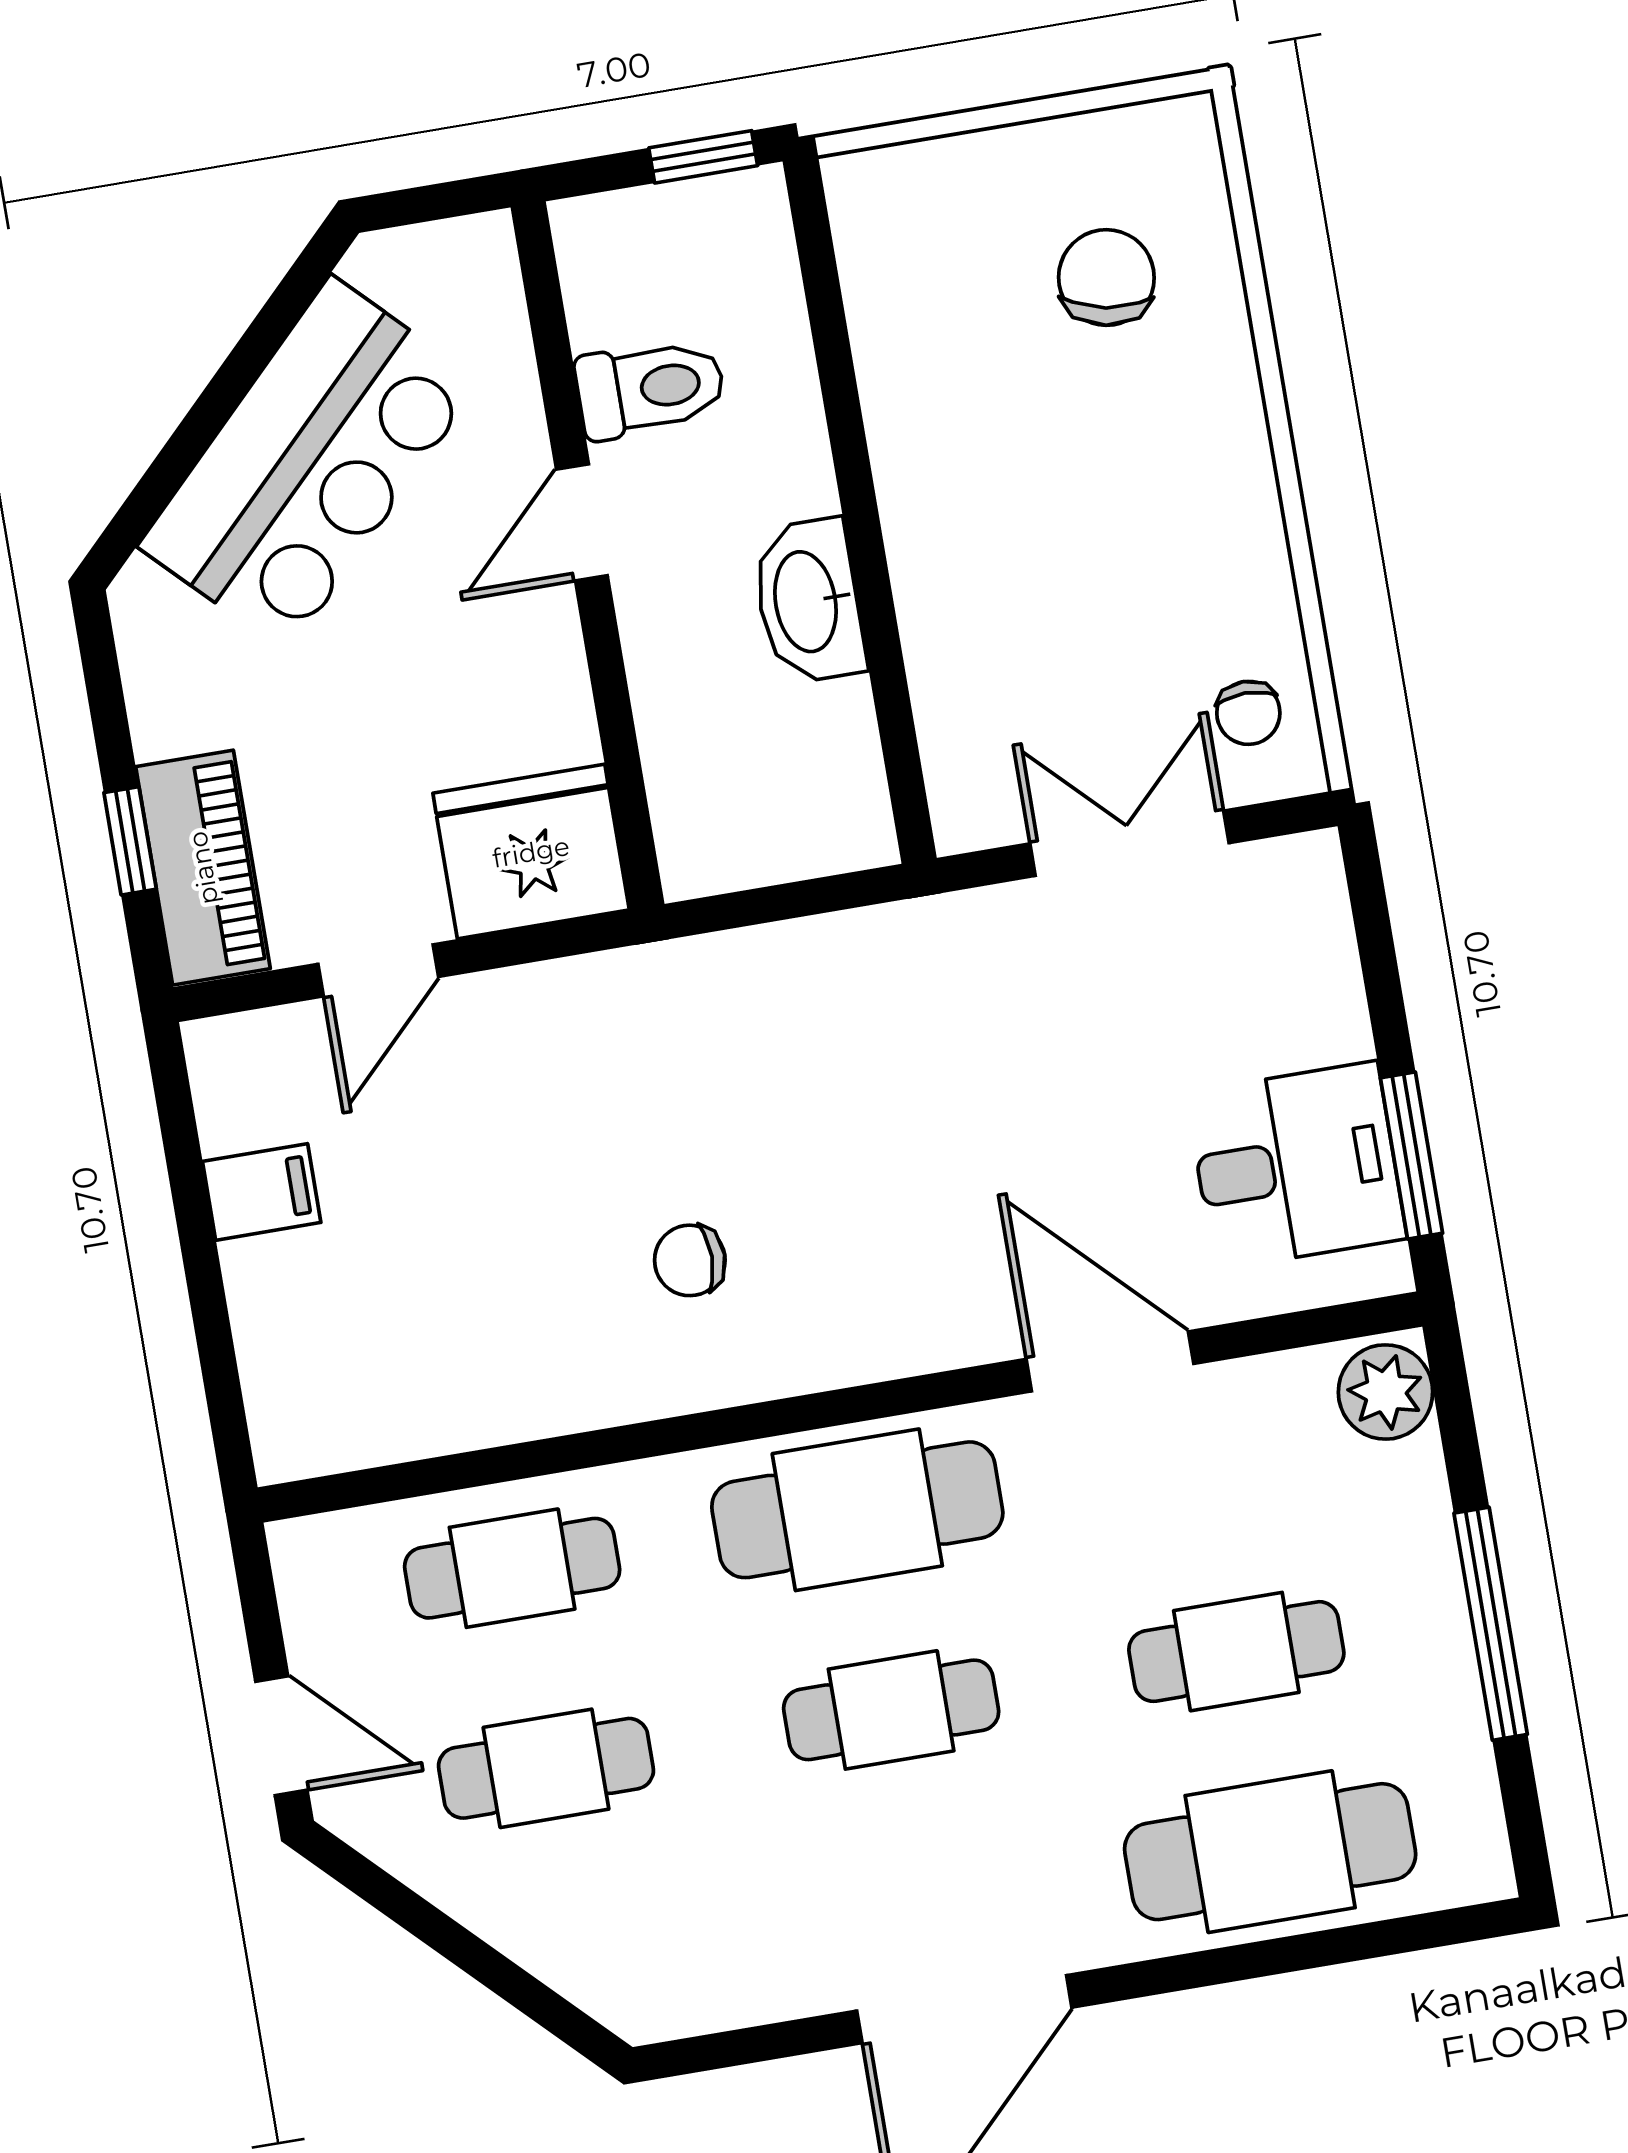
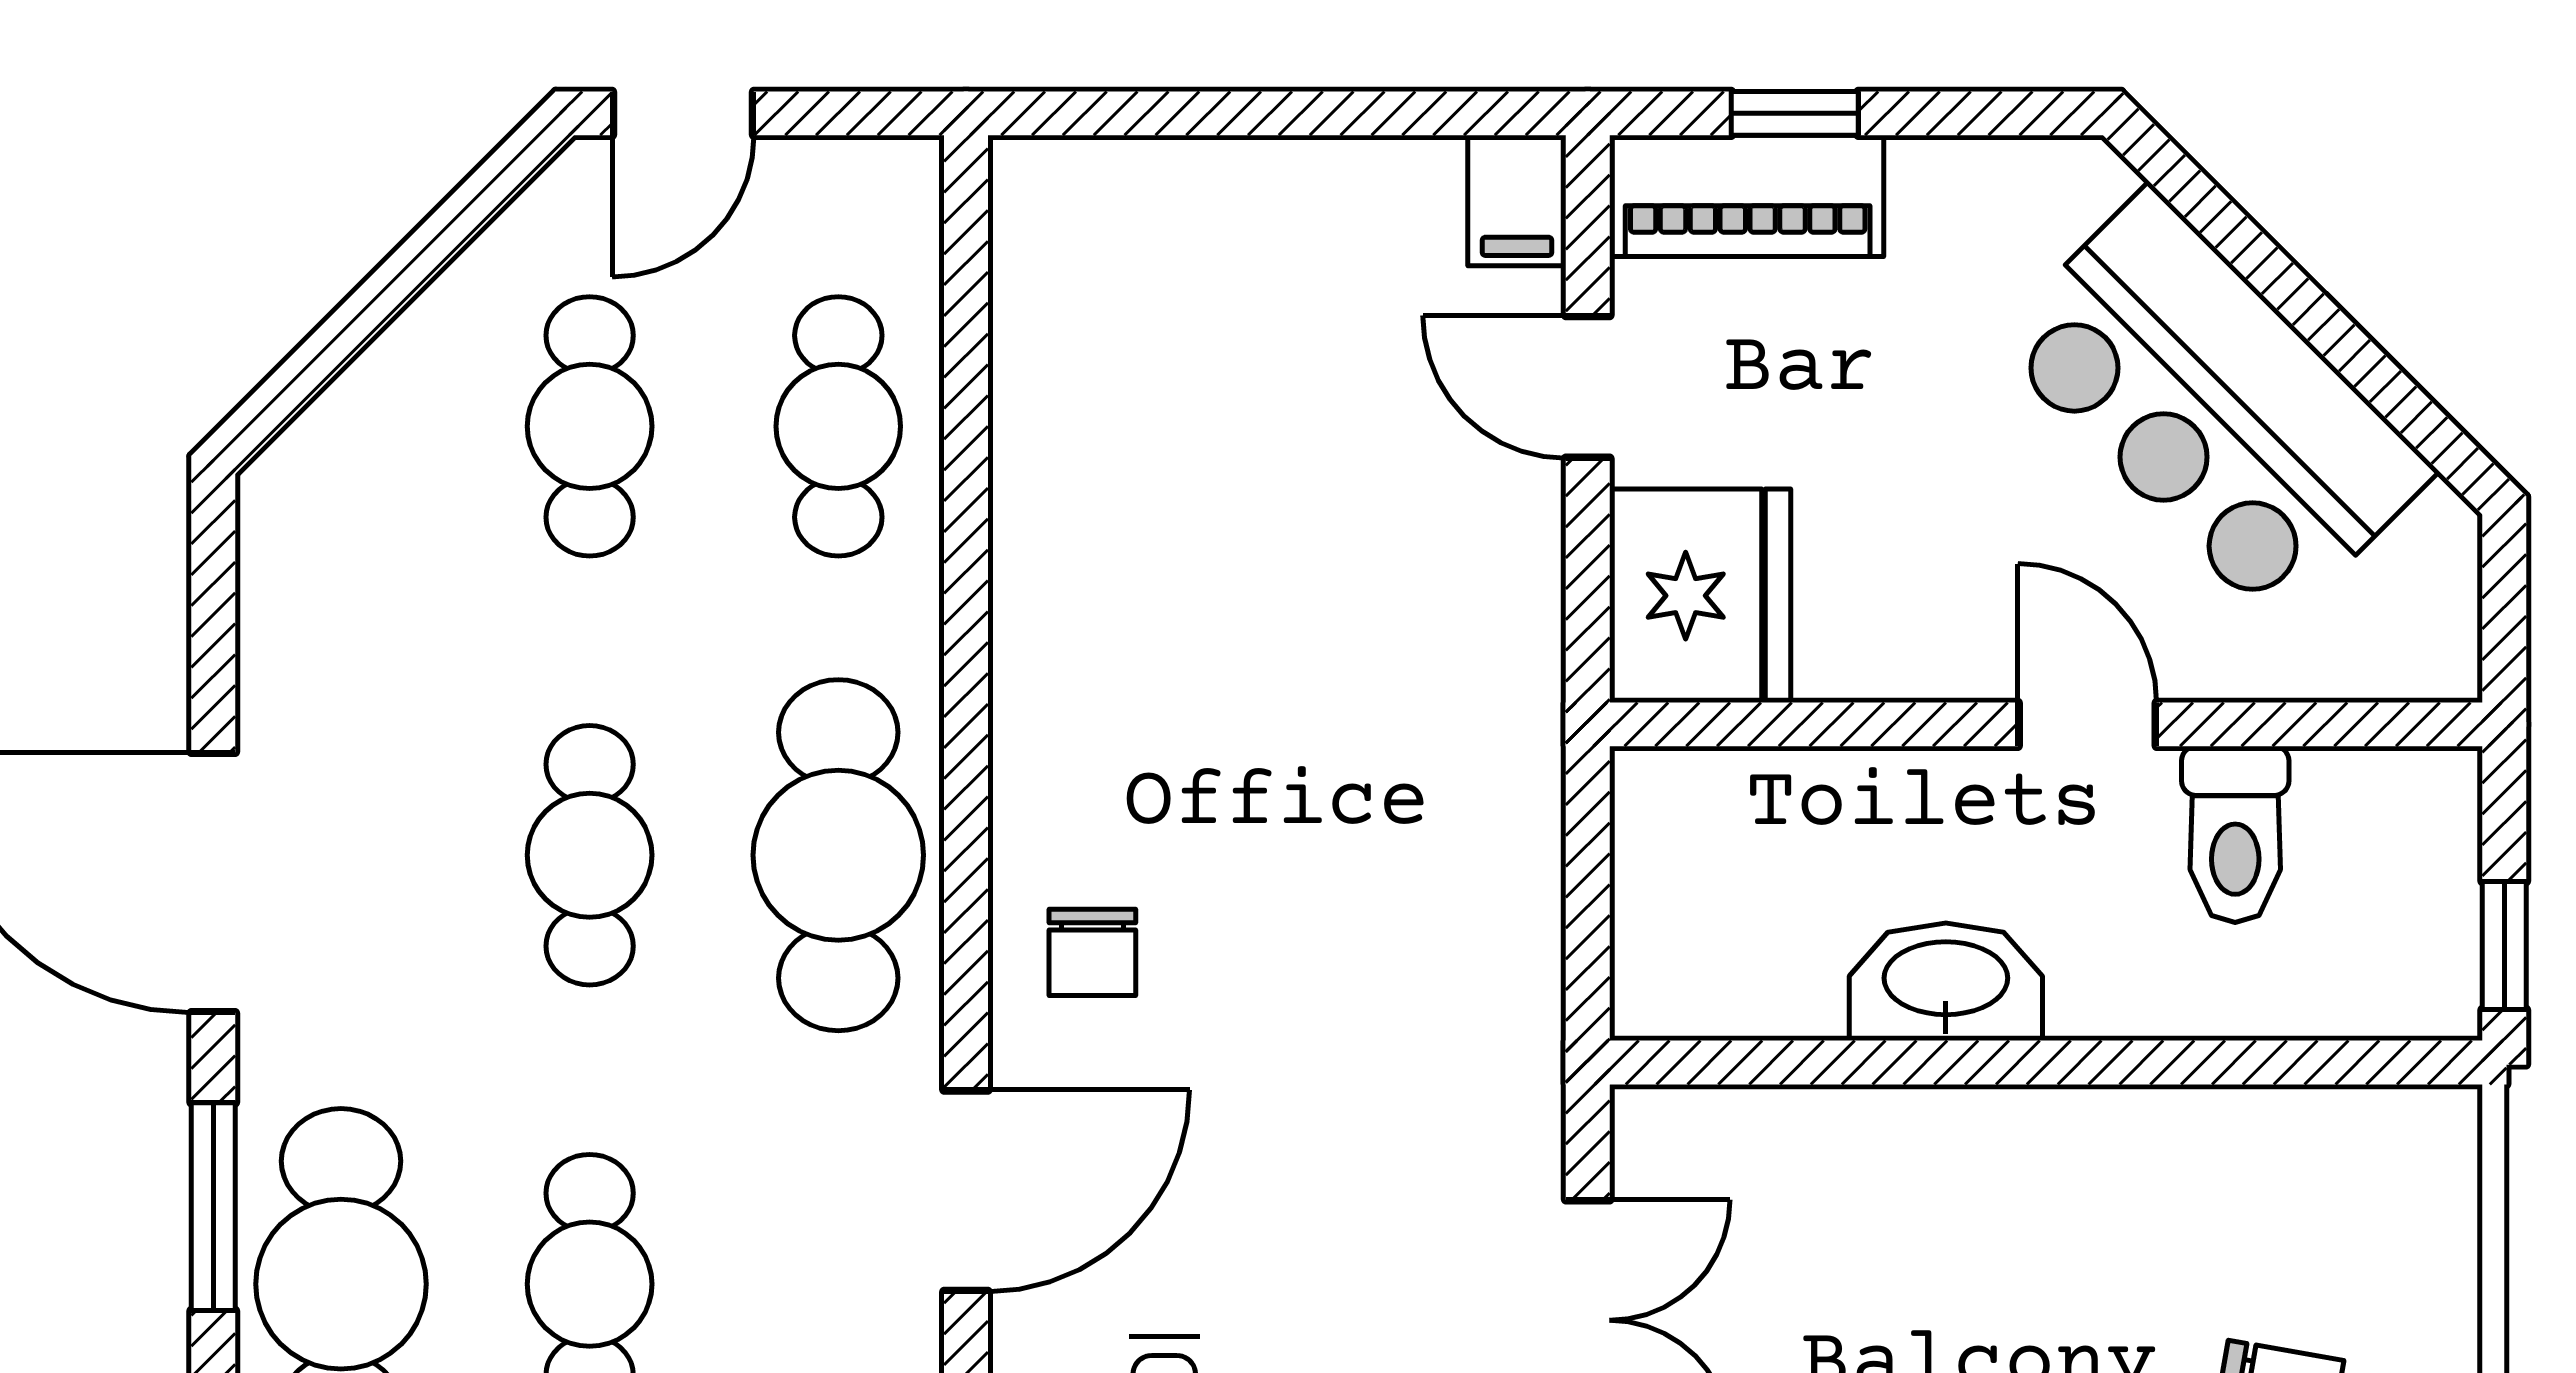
filing cabinet: (262, 1192) -> (1517, 201), moved
chair: (690, 1260) -> (1092, 952), moved, turned 180
window: (1225, 1965) -> (213, 1207), added

